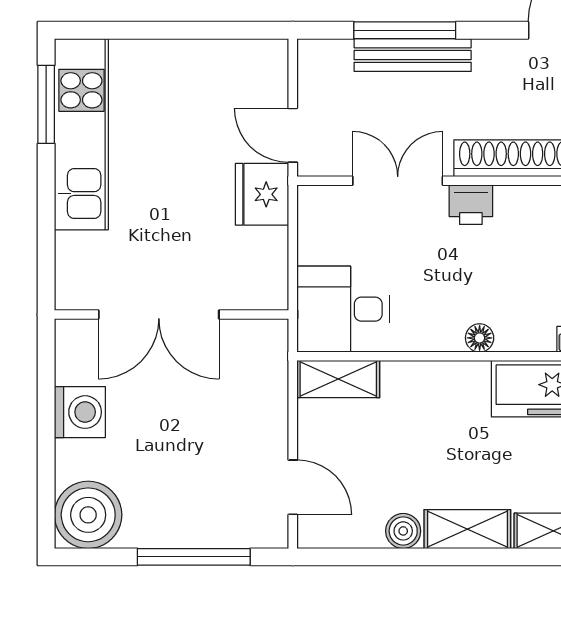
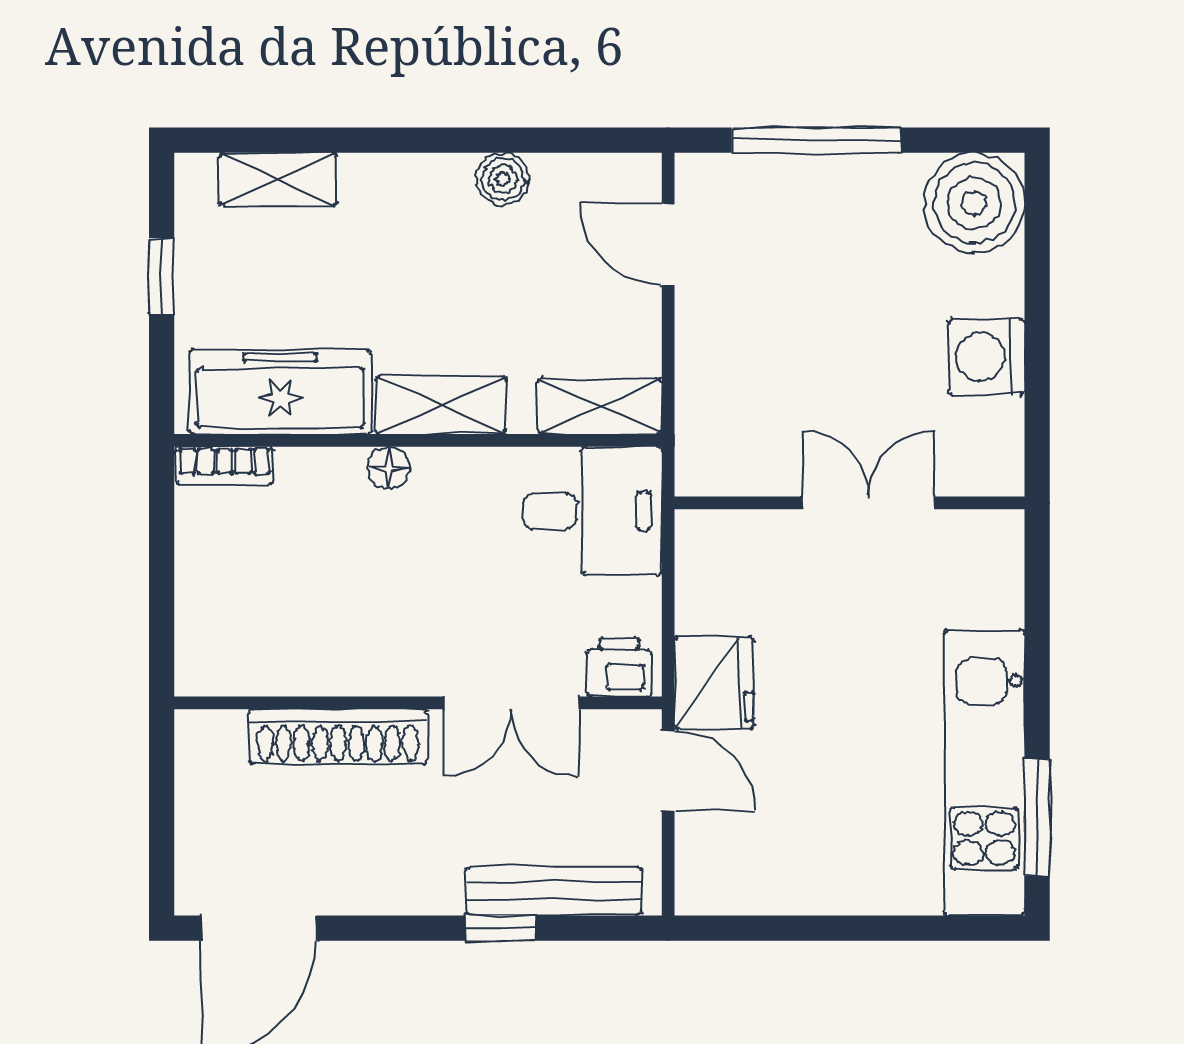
window: (405, 30) -> (501, 928), width x0.46
bench: (413, 55) -> (554, 891), moved
printer: (471, 205) -> (619, 667), moved
double door: (159, 315) -> (869, 503), width x0.73
shelving: (467, 529) -> (441, 405), moved

